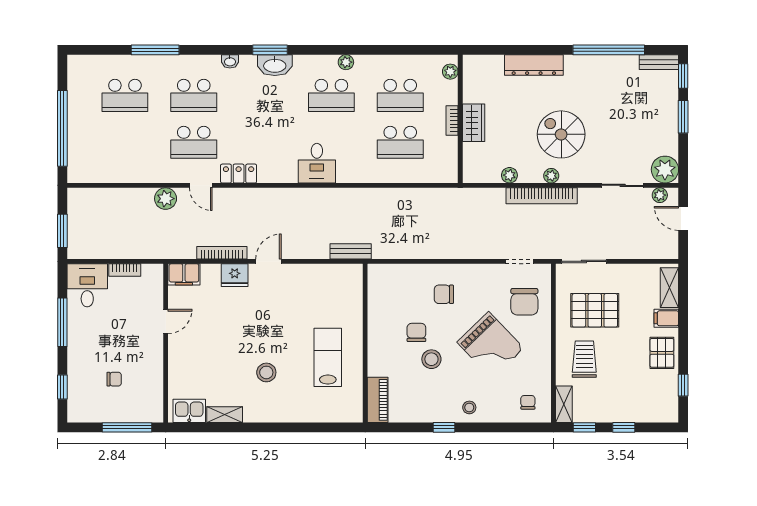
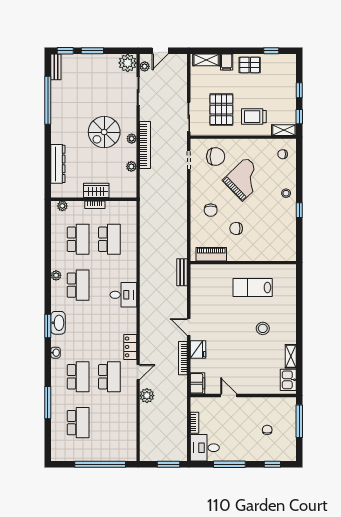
dresser: (534, 65) -> (58, 164), moved
stool: (431, 359) -> (254, 218), removed
piano: (378, 400) -> (211, 254), moved

